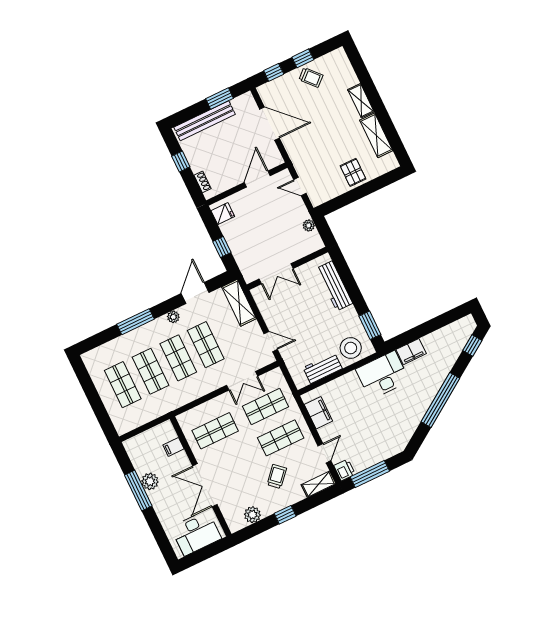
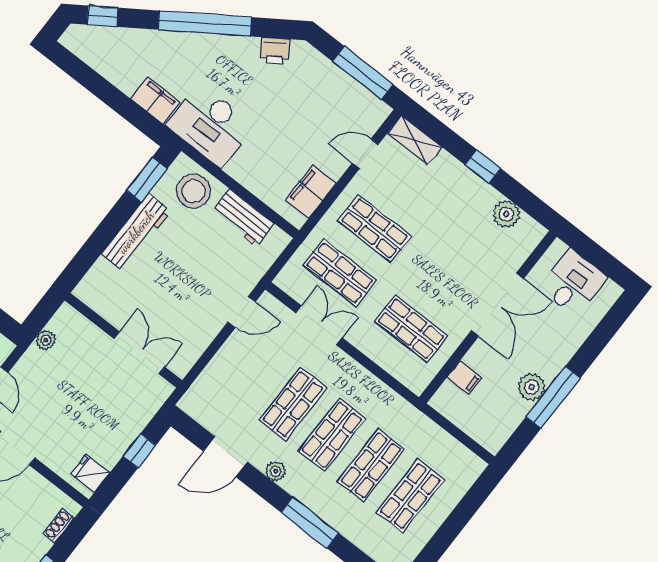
workbench: (334, 286) -> (136, 232), moved
shelving: (239, 303) -> (208, 386), removed
door: (271, 342) -> (242, 312), swing flipped
printer: (345, 470) -> (275, 51), moved, turned -124
trolley: (277, 476) -> (433, 206), removed
desk: (196, 533) -> (573, 283), width x0.73

